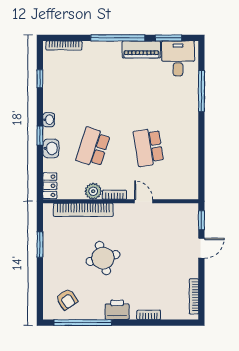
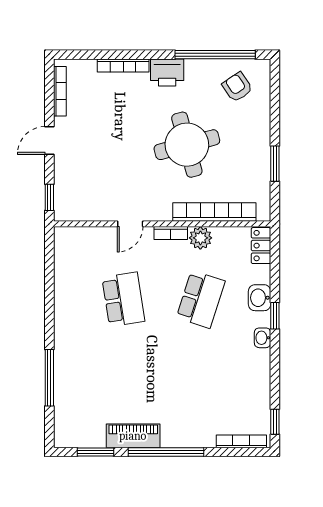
desk: (178, 58) -> (82, 423), removed
window: (40, 79) -> (275, 422), moved
door: (144, 201) -> (130, 224), hinge flipped
door: (201, 248) -> (49, 140), moved
round table: (103, 258) -> (187, 145), width x1.36, depth x1.36
bookcase: (149, 315) -> (123, 65), width x1.56

